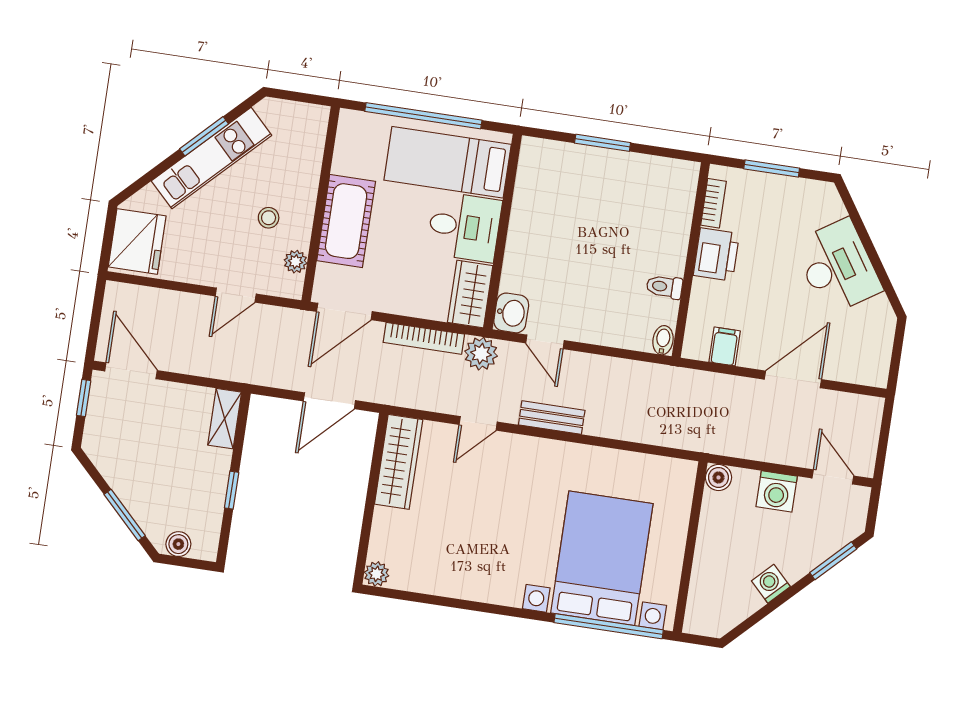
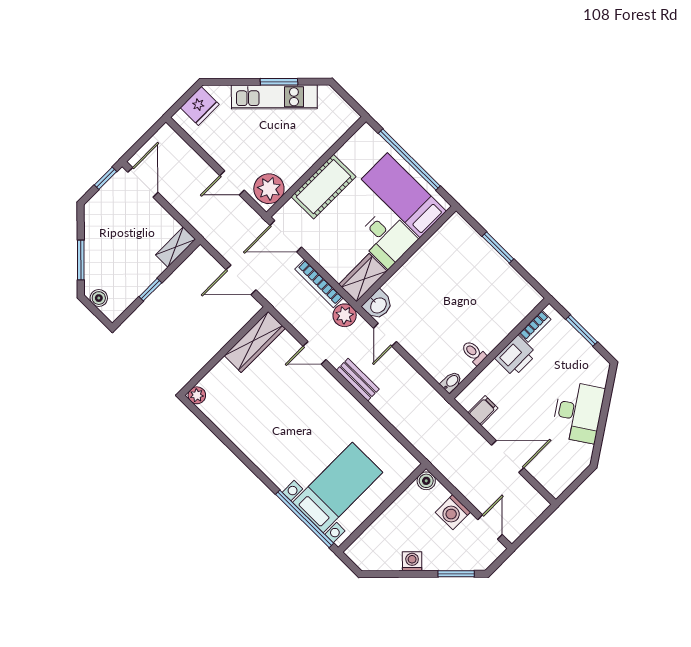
stool: (269, 218) -> (282, 153), removed
fridge: (137, 241) -> (200, 106), width x0.73, depth x0.75
plant: (296, 262) -> (269, 189), width x1.88, depth x1.88
bed with nightstands: (602, 558) -> (338, 487), width x0.73

